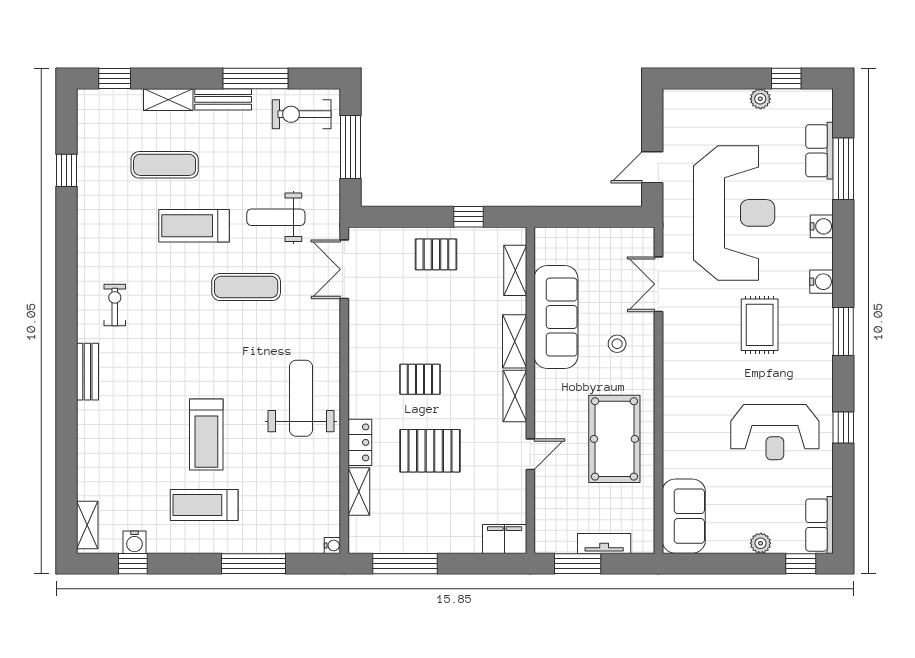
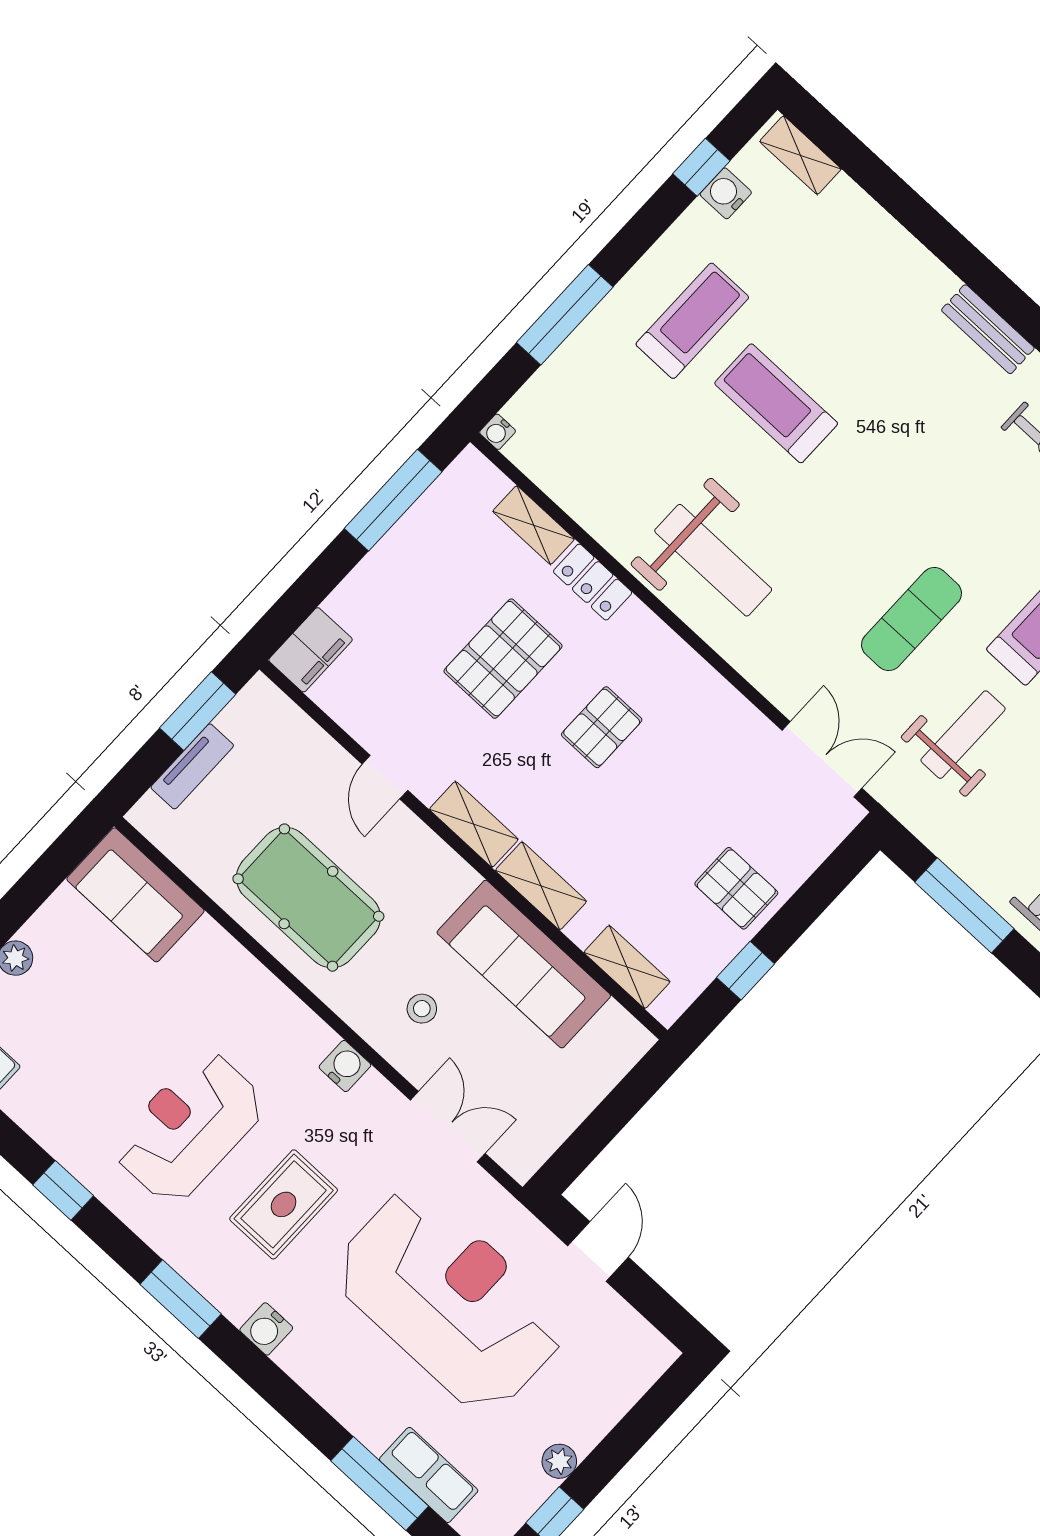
reception desk: (734, 213) -> (449, 1300), turned 180
water cooler: (822, 226) -> (345, 1066), moved, turned 180
pallet: (436, 254) -> (736, 888), turned 90
rug: (760, 325) -> (284, 1204), turned 90
reception desk: (775, 432) -> (189, 1127), moved

